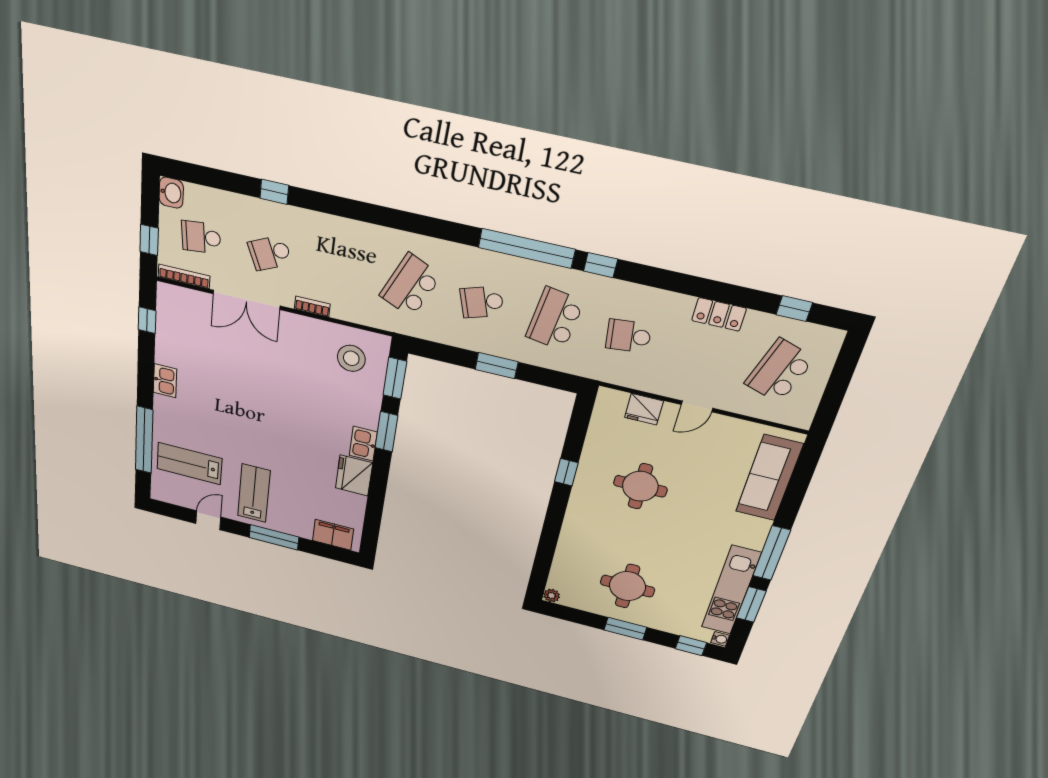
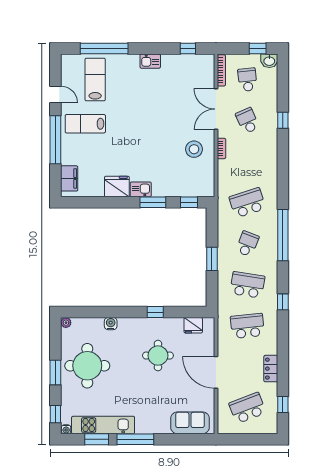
window: (149, 240) -> (258, 48), moved
window: (527, 248) -> (283, 235), moved
school desk: (410, 285) -> (247, 203), turned -42
school desk: (482, 302) -> (247, 244), turned 39
school desk: (628, 336) -> (247, 326), width x1.85
stool: (351, 358) -> (194, 149), moved
school desk: (779, 371) -> (247, 408), turned -39
window: (395, 378) -> (189, 202), width x0.67
door: (697, 406) -> (216, 372), width x1.87
fridge: (644, 409) -> (193, 325), moved, turned -90
sofa: (769, 478) -> (190, 423), width x0.73
lab bench: (254, 493) -> (85, 124), turned 180
window: (274, 537) -> (55, 140), width x1.46
water cooler: (569, 538) -> (111, 324), added
round table: (627, 586) -> (87, 366), width x1.36, depth x1.36

